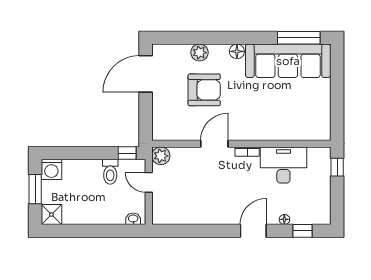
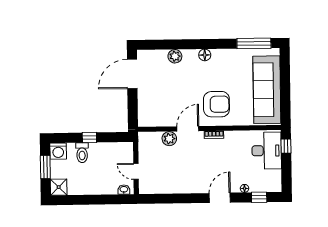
sofa: (288, 61) -> (267, 90), moved, turned 90
armchair: (204, 90) -> (216, 104), moved
window: (127, 153) -> (89, 138), moved
plant: (161, 156) -> (169, 139), moved
desk: (283, 165) -> (267, 151), moved, turned 90
toilet: (110, 172) -> (82, 153), moved
door: (149, 182) -> (136, 171), moved

